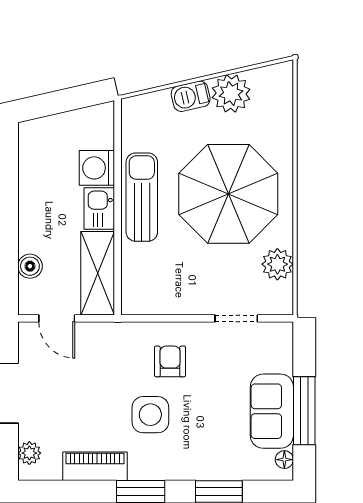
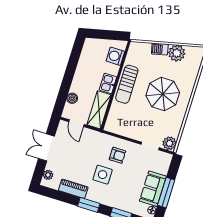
washing machine: (97, 168) -> (115, 56), moved
parasol: (228, 194) -> (163, 94), width x0.73, depth x0.73
sun lounger: (142, 197) -> (127, 84), turned 180
plant: (277, 264) -> (170, 143), moved
armchair: (170, 361) -> (117, 155), turned 90

